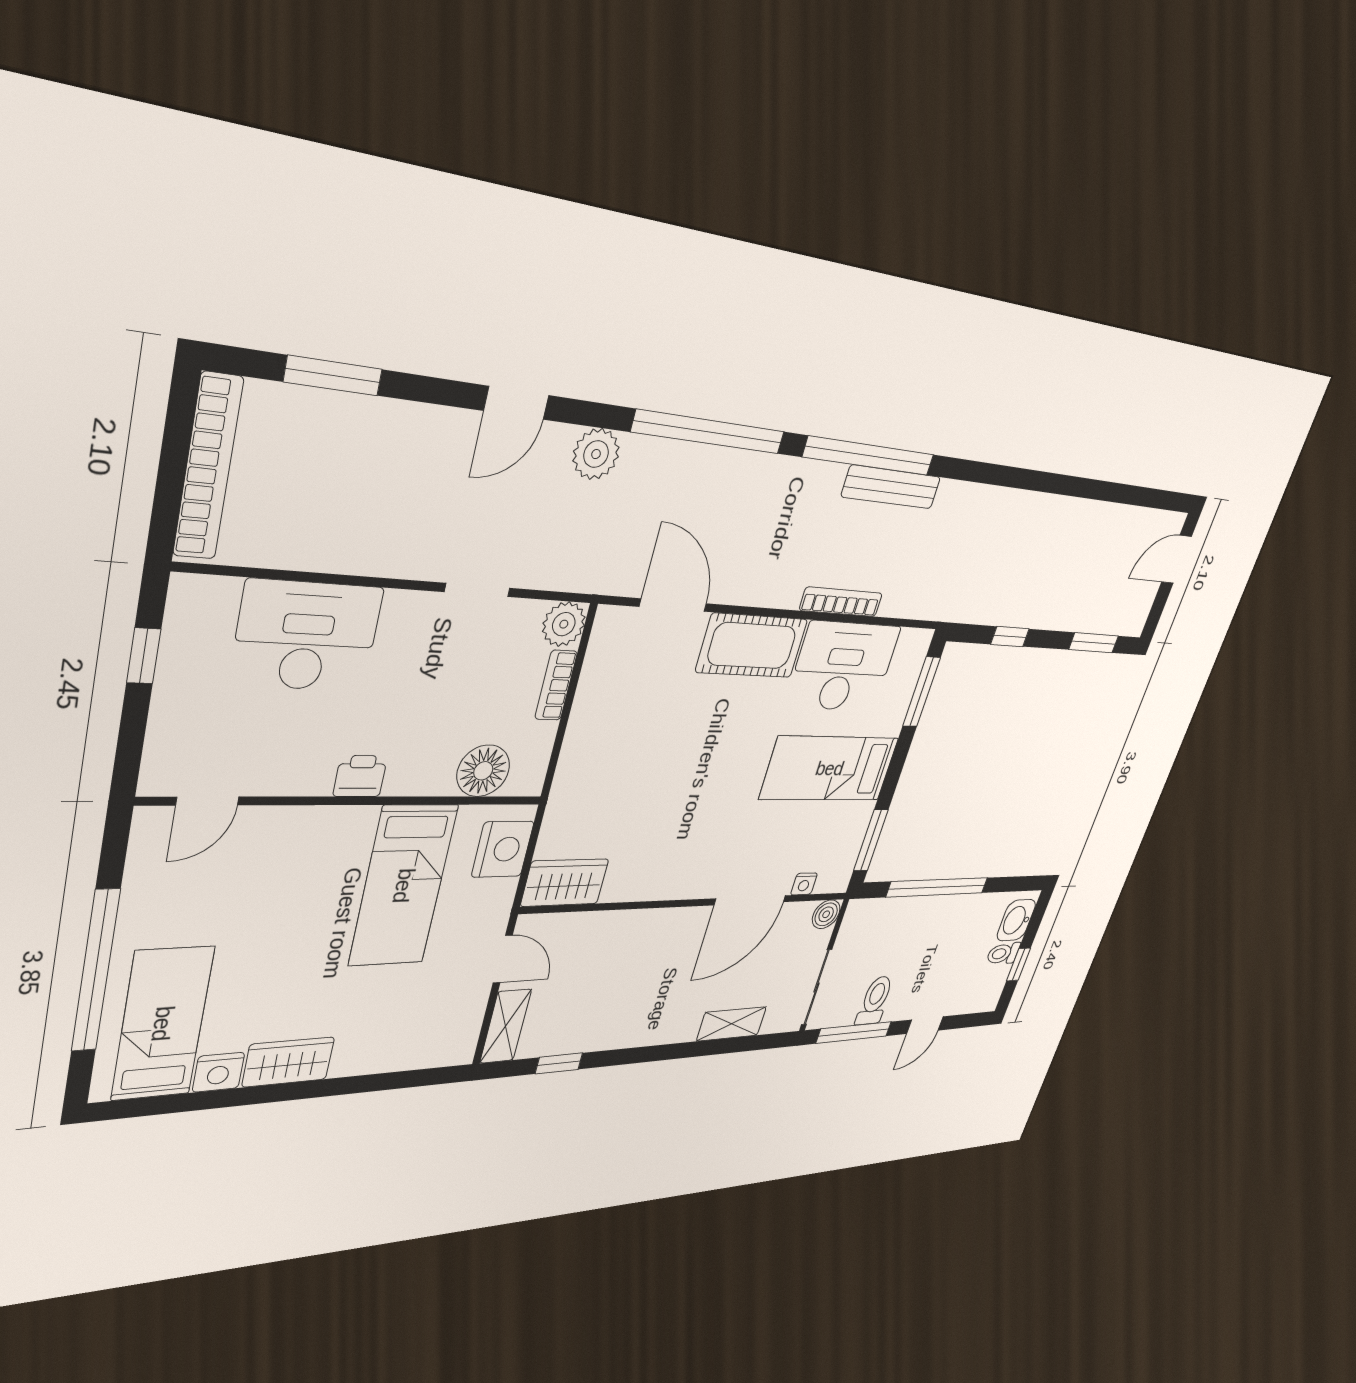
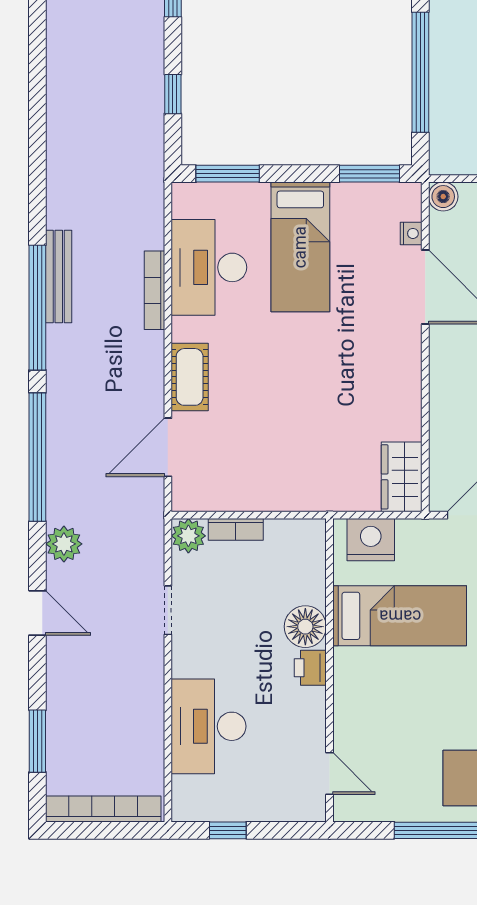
cot: (752, 646) -> (190, 377), width x0.73, depth x0.75
floor lamp: (483, 771) -> (305, 627), moved

